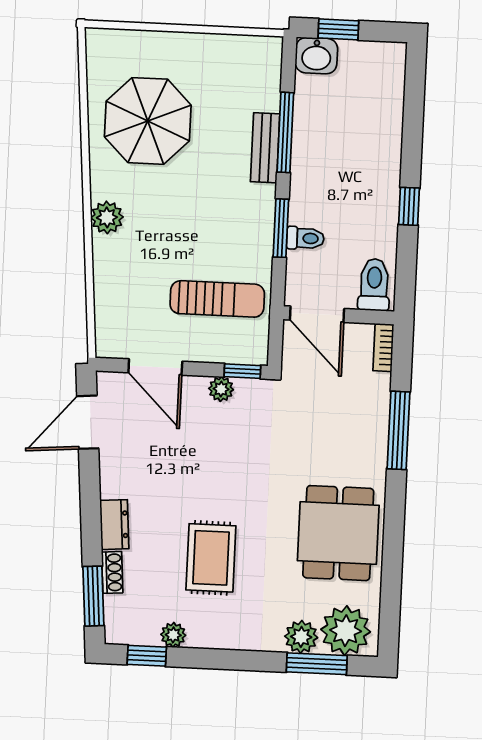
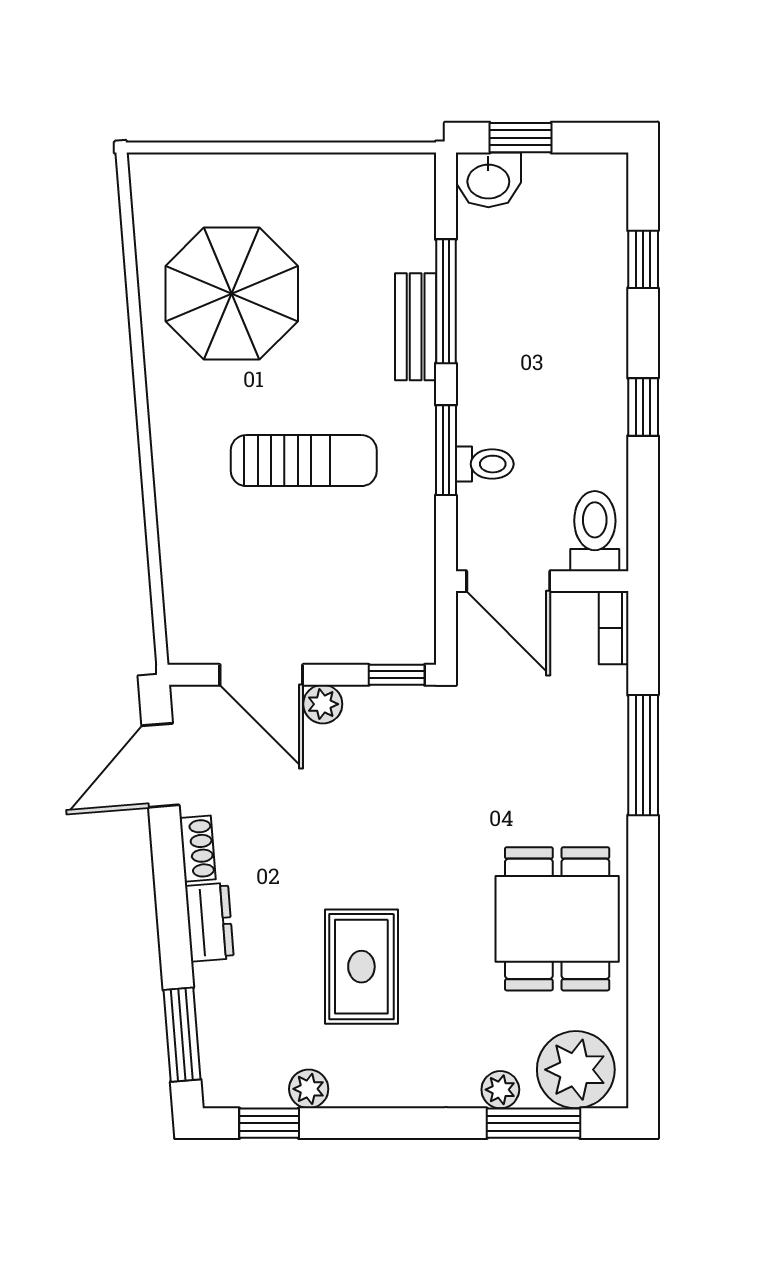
window: (413, 111) -> (643, 259), added
plant: (107, 217) -> (175, 446), removed
sun lounger: (217, 299) -> (304, 461), moved
plant: (221, 389) -> (323, 704), moved
shoe rack: (112, 572) -> (198, 849), moved
plant: (301, 637) -> (500, 1090), width x0.73, depth x0.73

